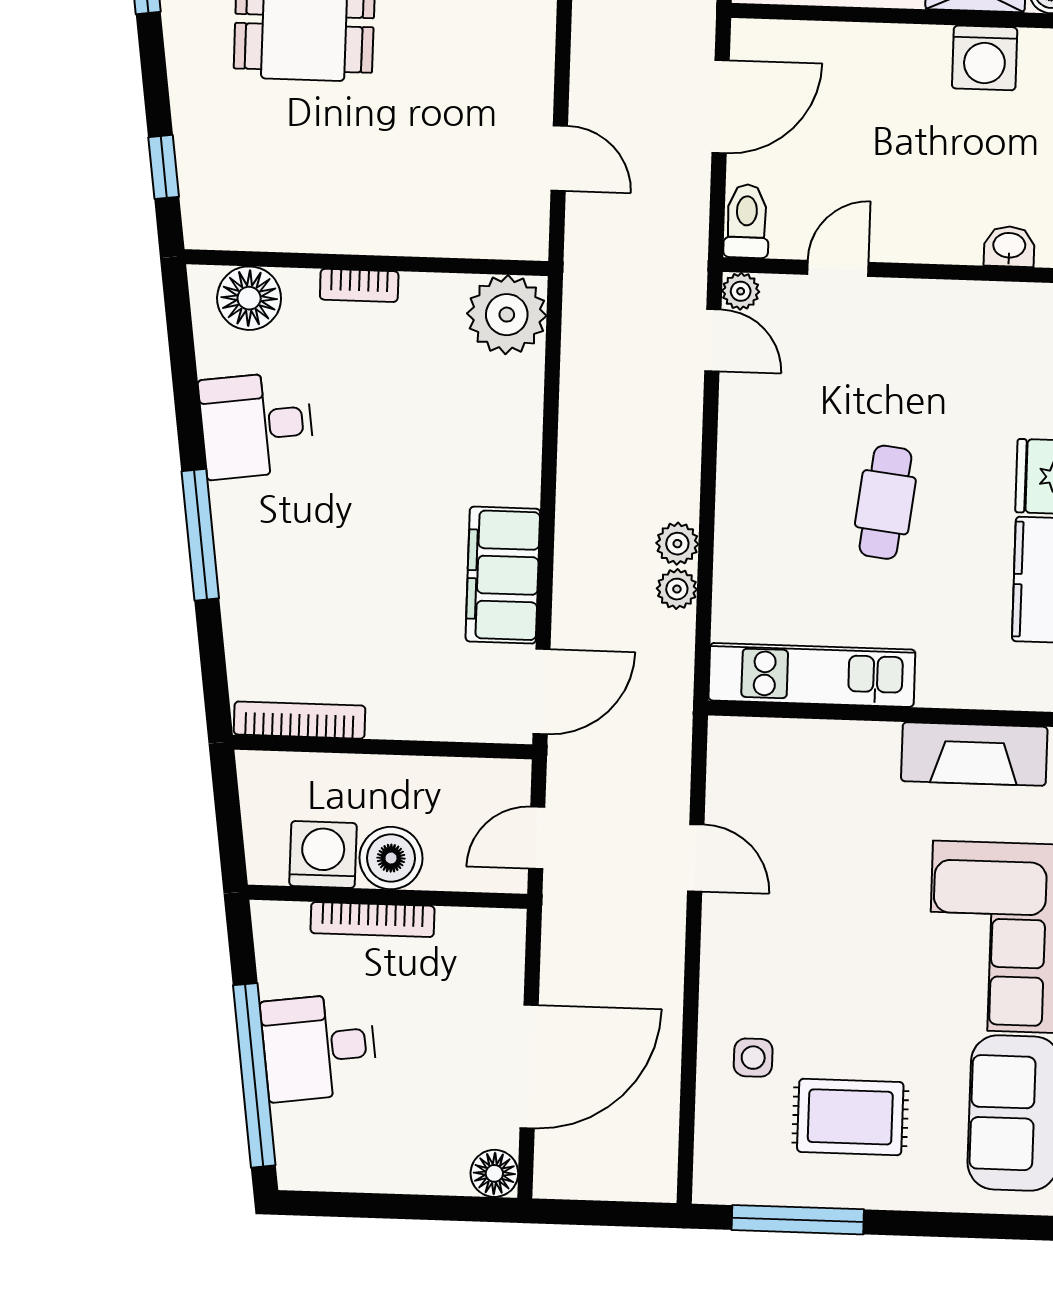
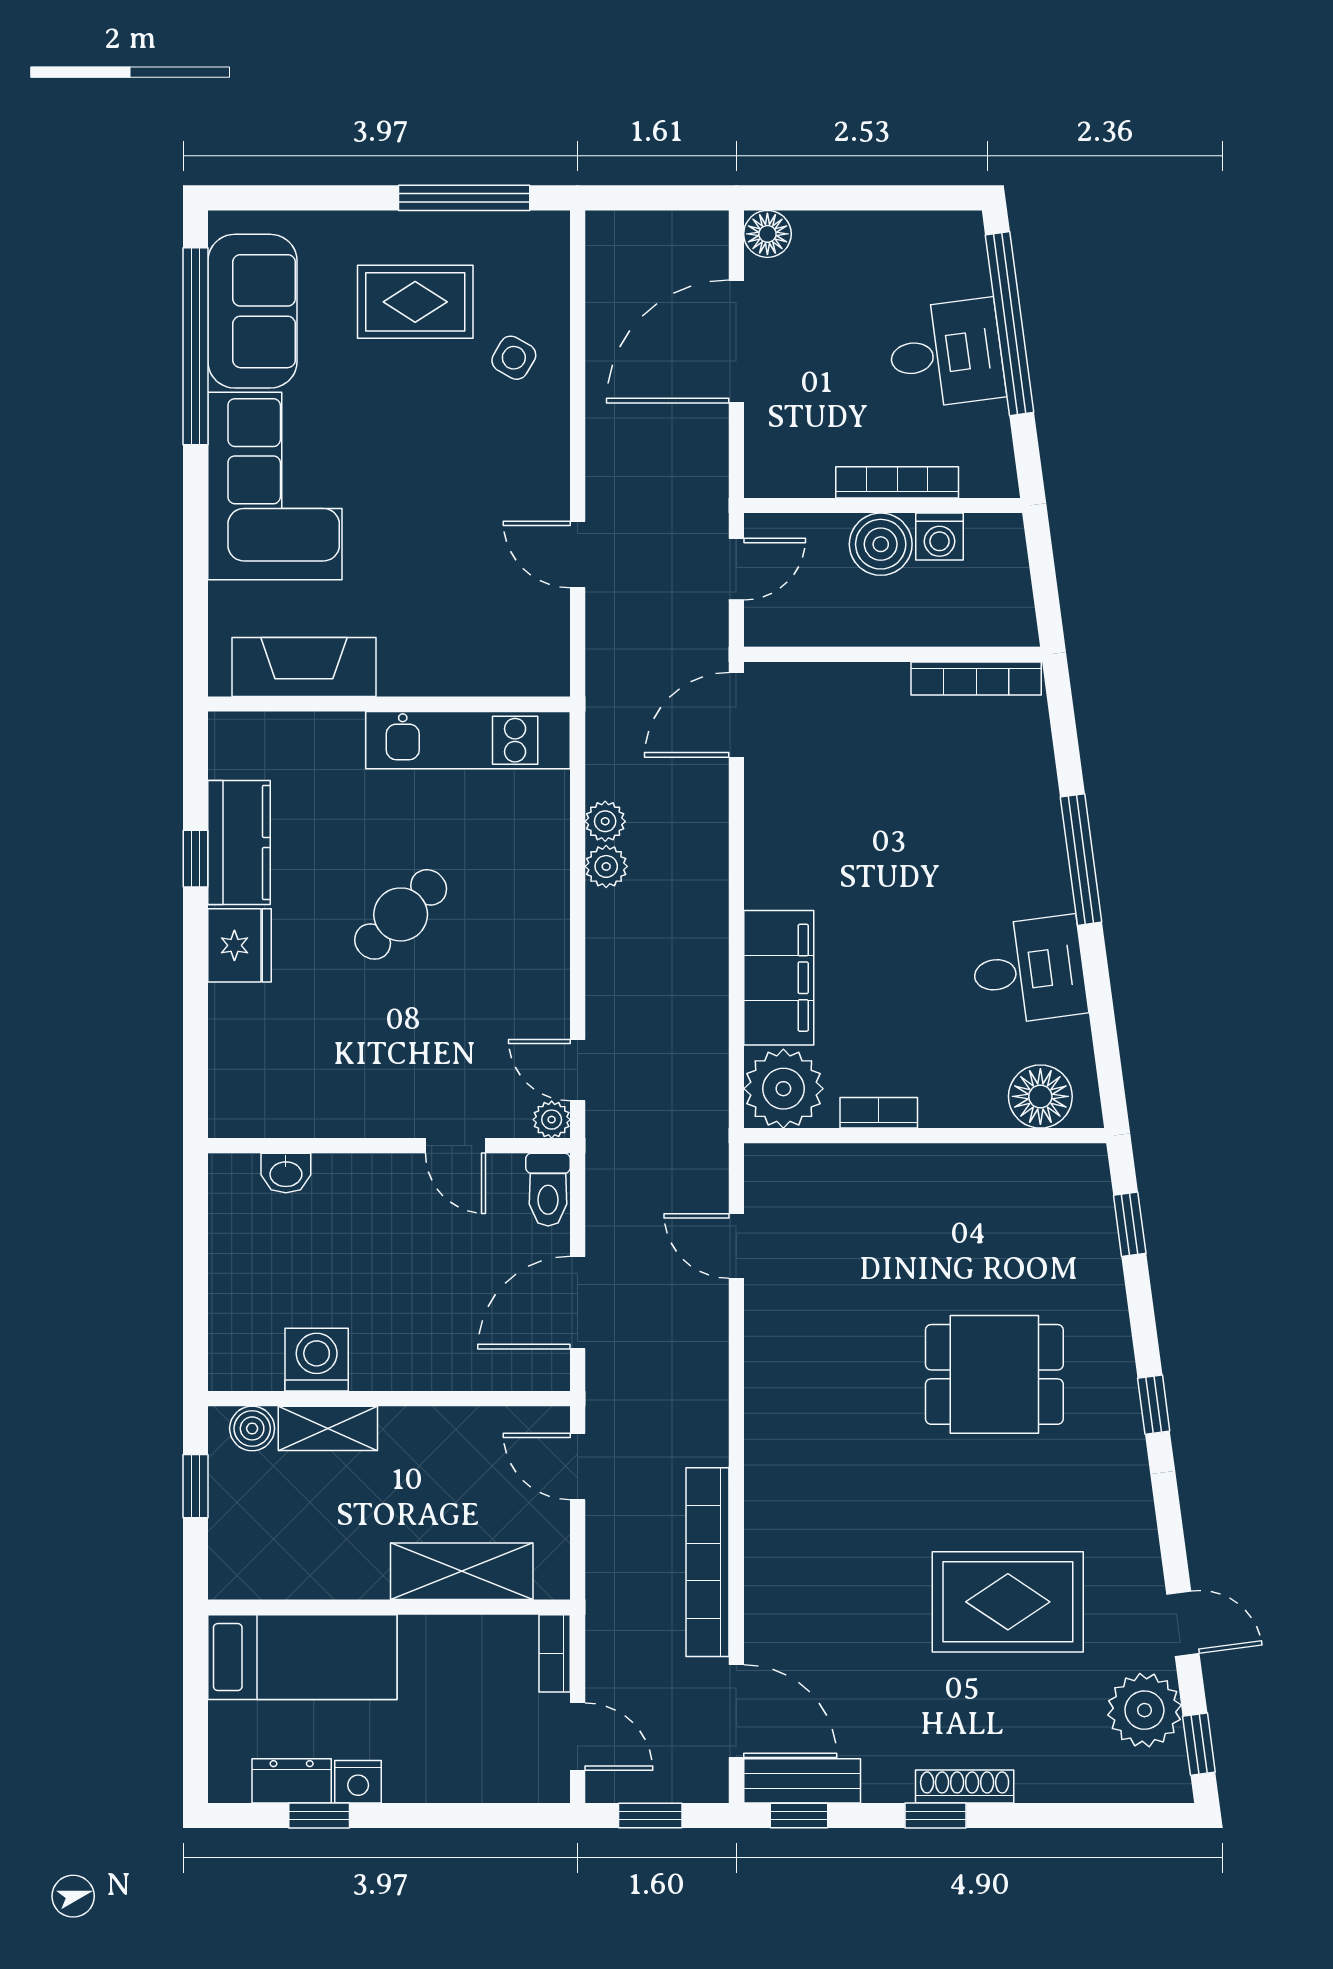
door: (838, 268) -> (456, 1146), hinge flipped
bookcase: (359, 285) -> (879, 1113), moved
cafe table: (885, 502) -> (401, 914), turned 39
filing cabinet: (503, 575) -> (779, 978), moved
washing machine: (323, 855) -> (939, 537), width x0.73, depth x0.73
side table: (753, 1058) -> (514, 358), turned 30

